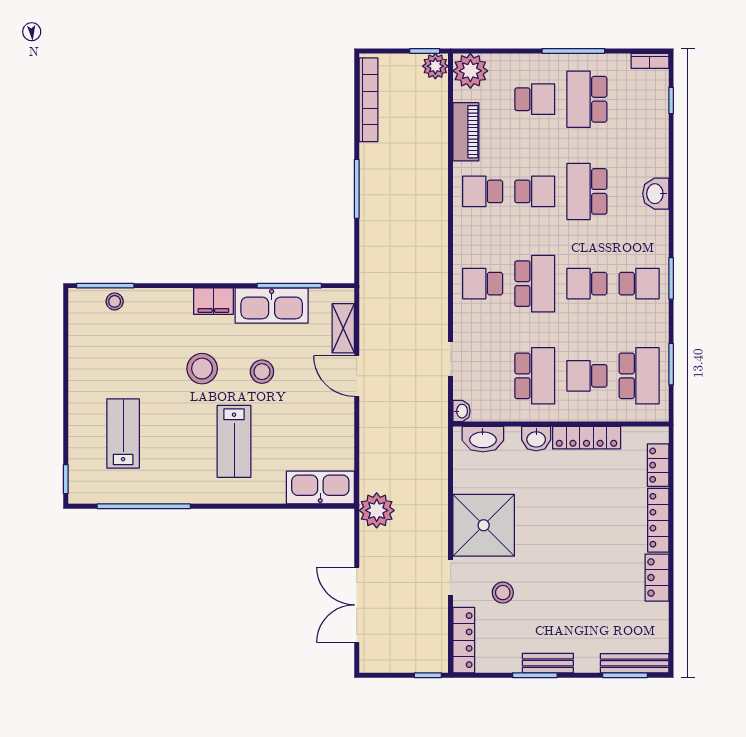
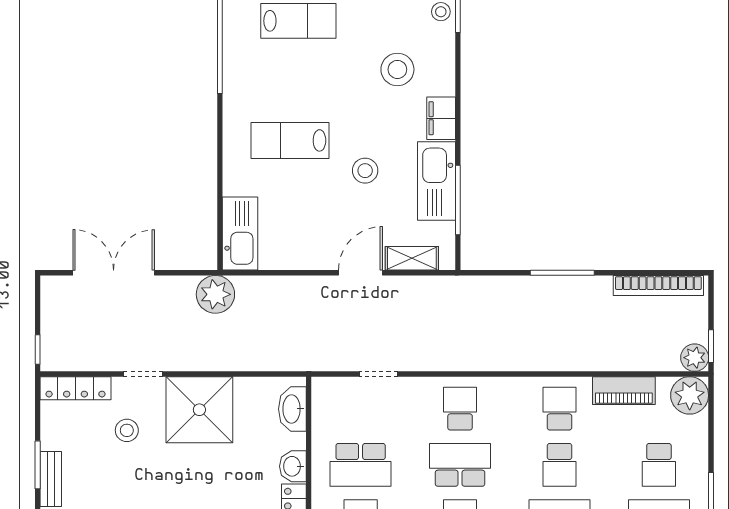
school desk: (535, 284) -> (460, 465), turned 180
stool: (202, 369) -> (397, 69), moved
washbasin: (462, 411) -> (323, 386), removed

